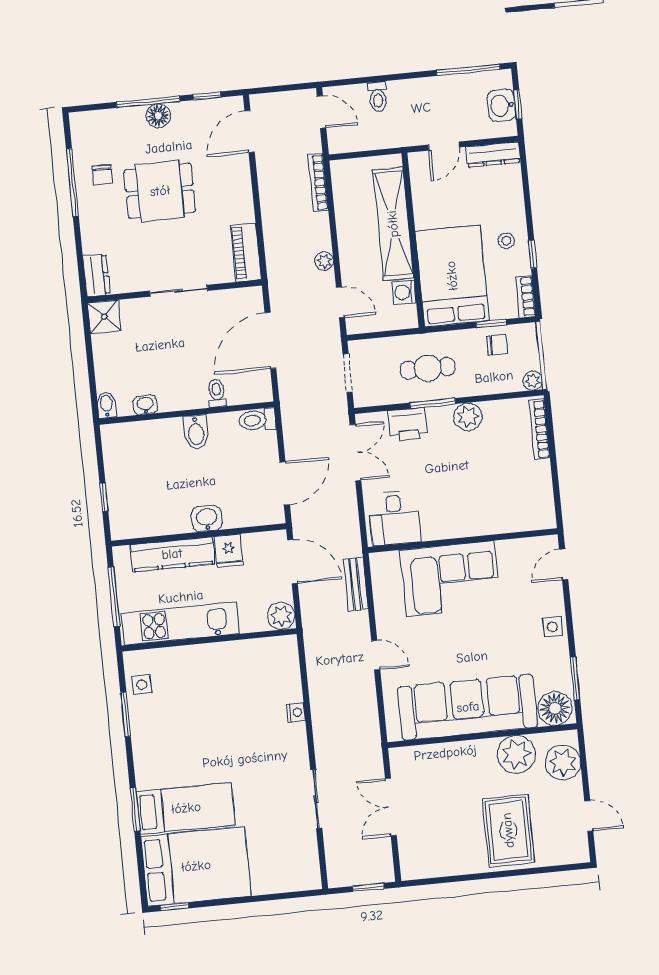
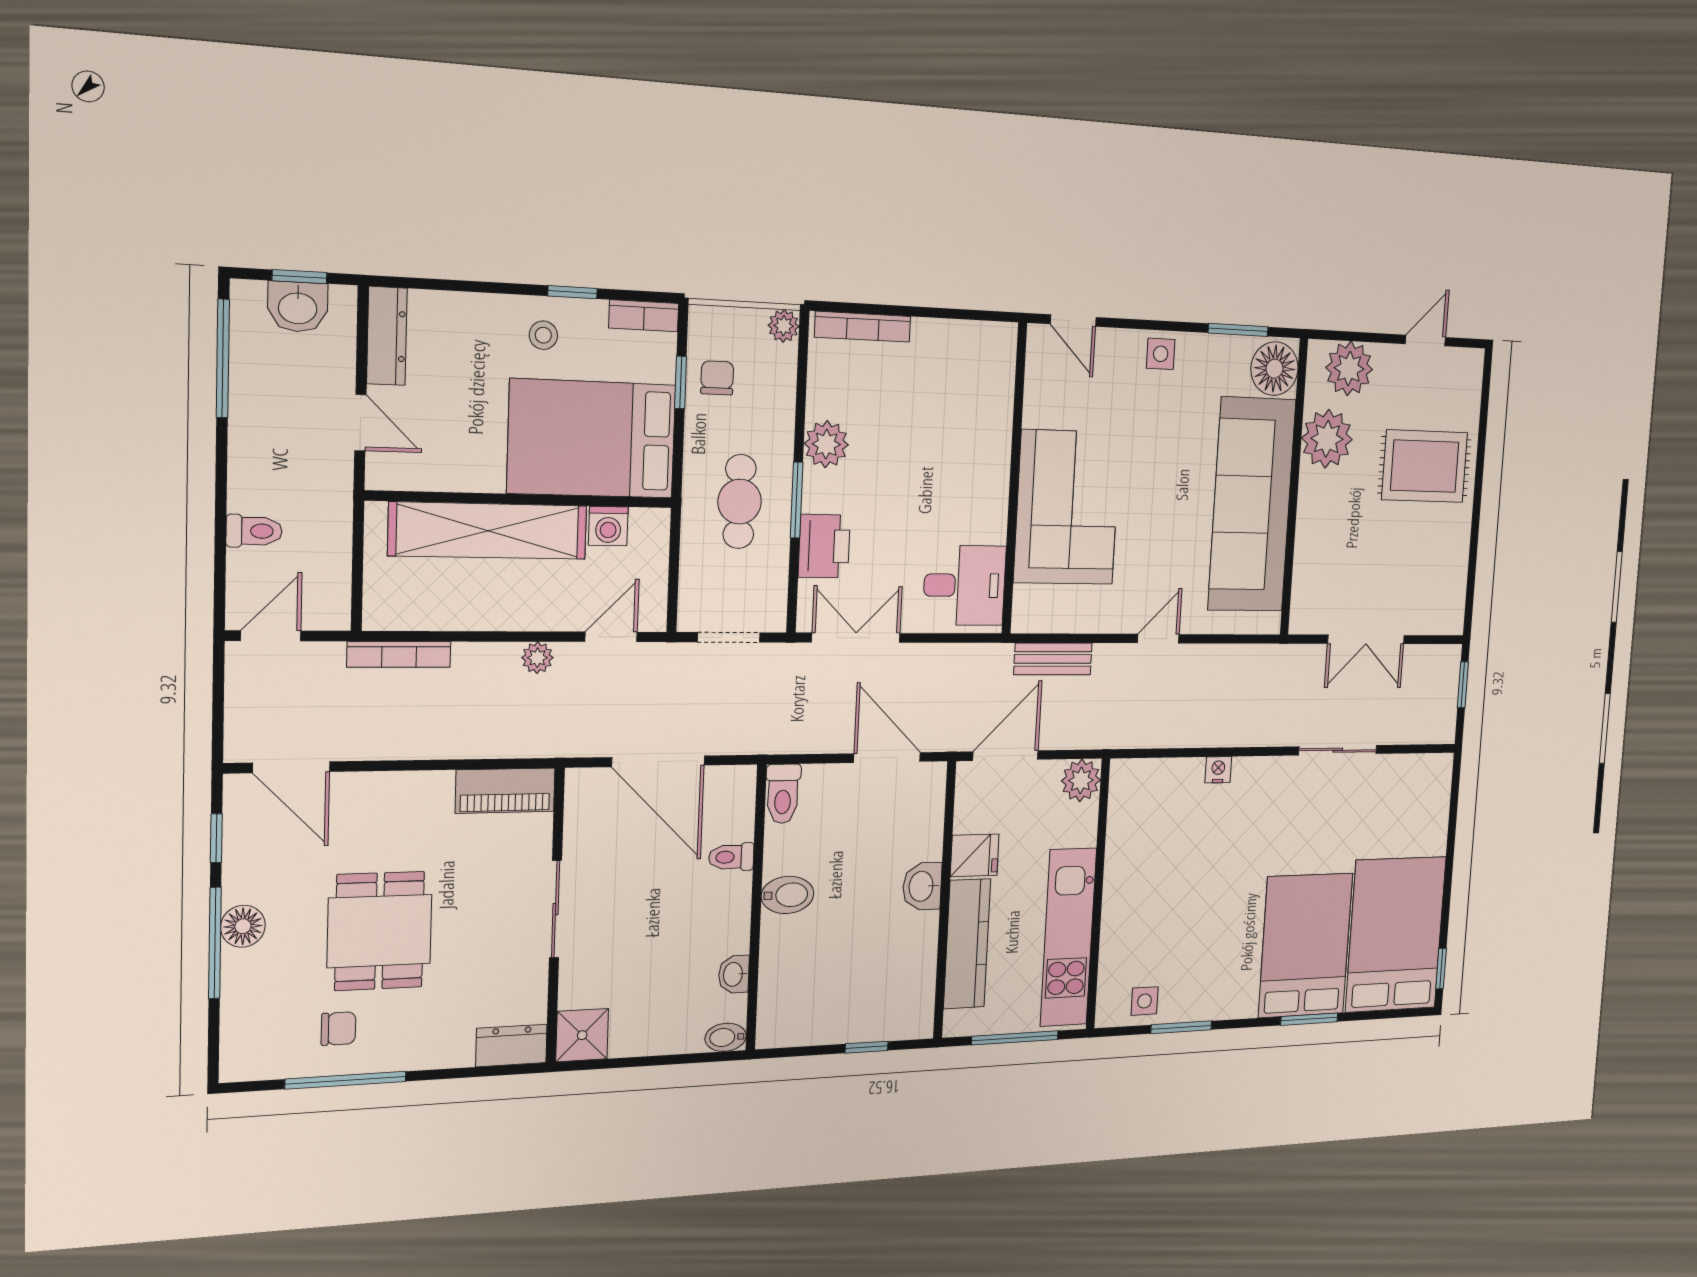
bed: (186, 808) -> (1306, 945), width x1.50

